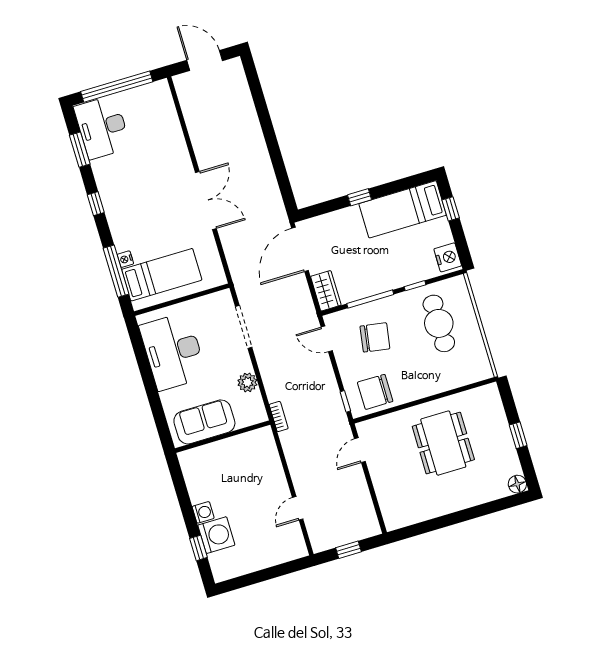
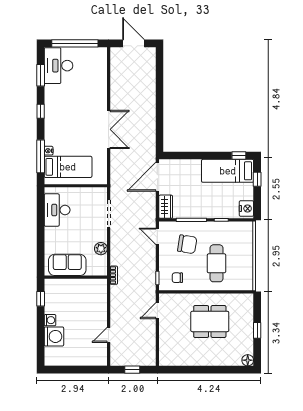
window: (359, 197) -> (239, 156), moved
cafe table: (439, 323) -> (216, 263), moved
desk: (173, 351) -> (57, 210), width x0.73, depth x0.77
chair: (375, 392) -> (177, 278), width x0.54, depth x0.54
dining table: (443, 443) -> (210, 321), turned 90
window: (198, 548) -> (41, 299), moved

